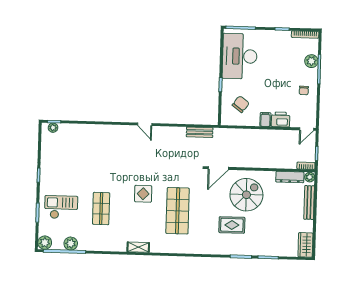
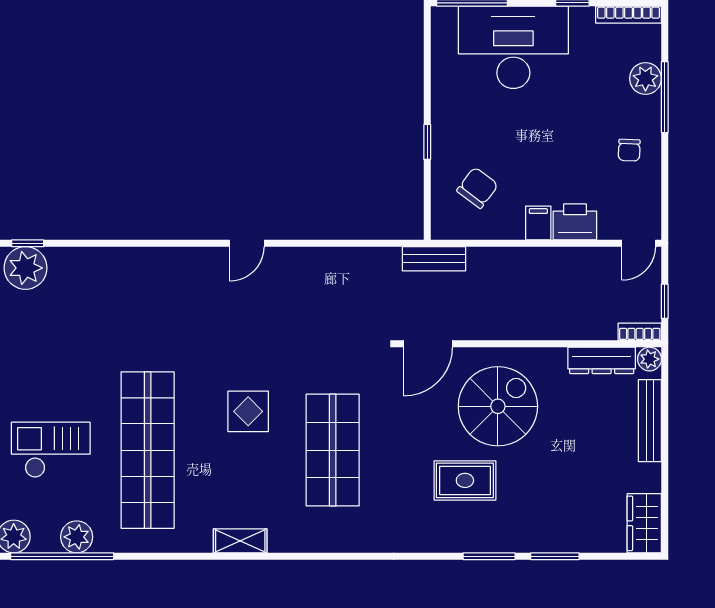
desk: (240, 56) -> (513, 47), moved, turned 90
door: (145, 124) -> (247, 243), hinge flipped
plant: (53, 128) -> (26, 268), width x1.87, depth x1.87
bench: (200, 132) -> (434, 259), moved
shop shelf: (101, 209) -> (148, 450), width x2.00, depth x1.36

